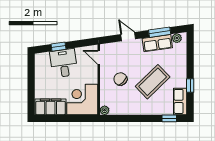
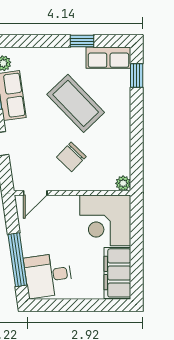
window: (58, 47) -> (17, 260), width x2.17
desk: (64, 63) -> (48, 275), moved

